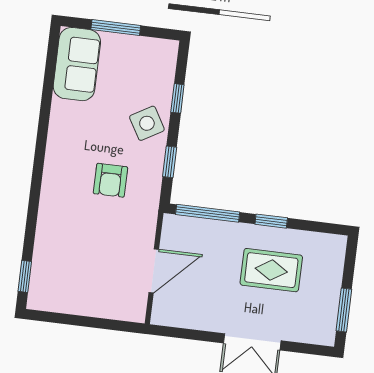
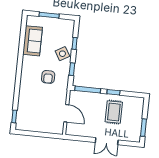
sofa: (77, 64) -> (33, 41), moved
rug: (271, 270) -> (114, 112), turned 90
door: (154, 271) -> (66, 113), hinge flipped

